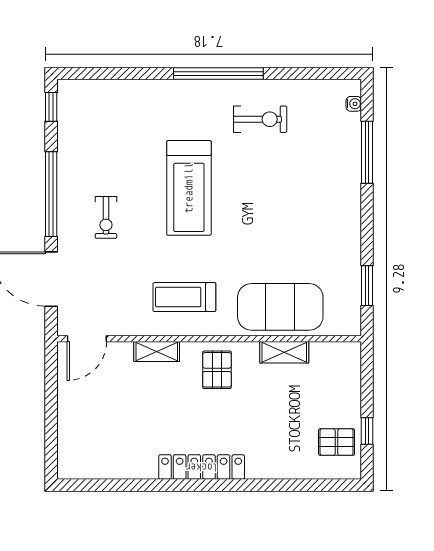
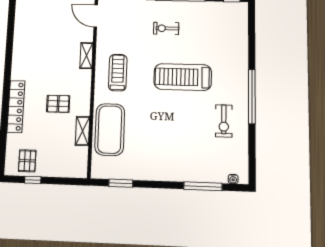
pallet: (217, 370) -> (58, 104), moved
locker: (202, 467) -> (16, 106), moved

